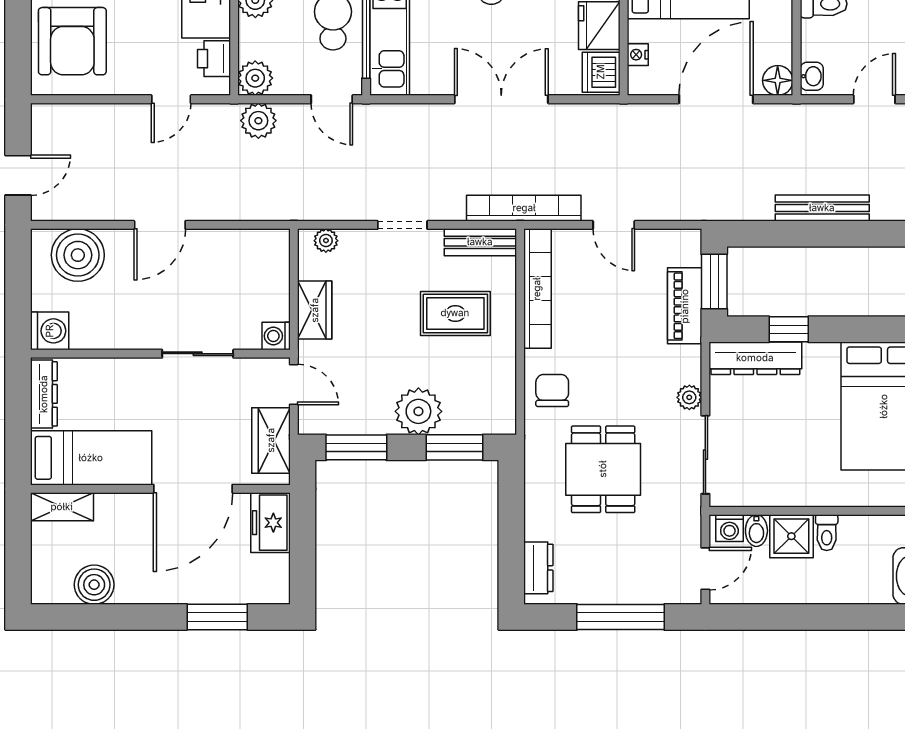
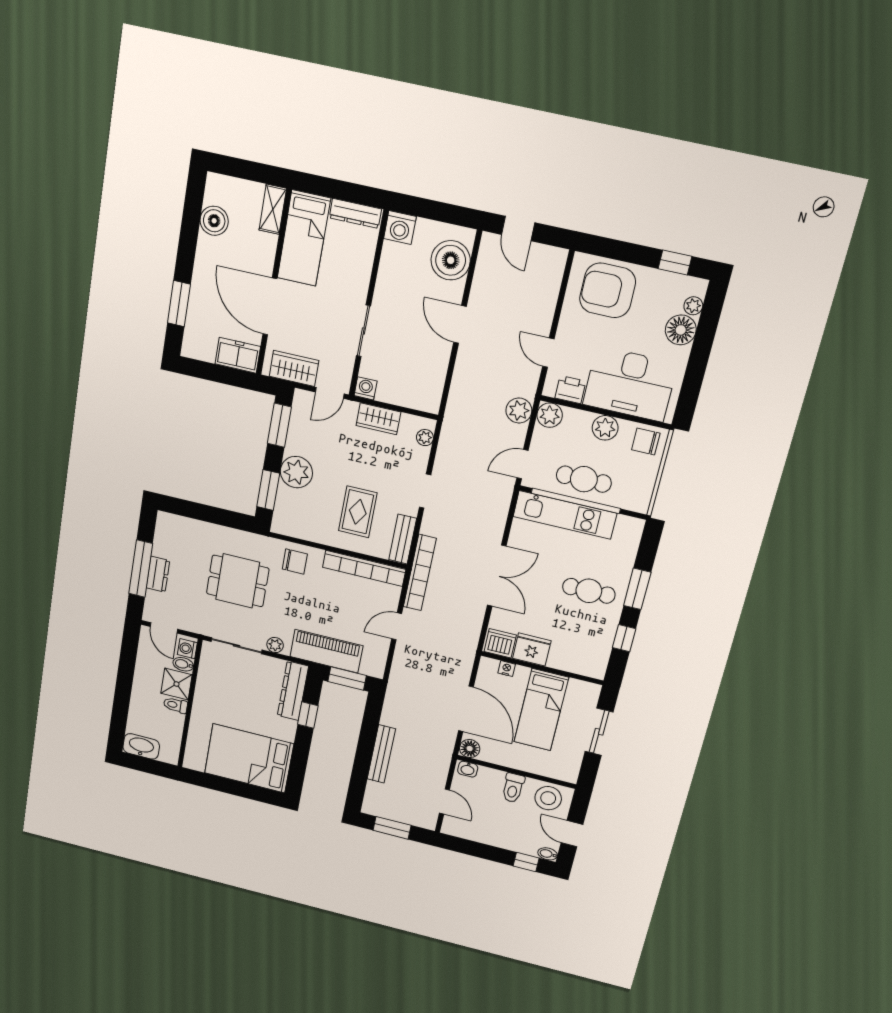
piano: (685, 306) -> (326, 651), width x1.37, depth x1.33
dresser: (538, 568) -> (158, 574), moved, turned -90

